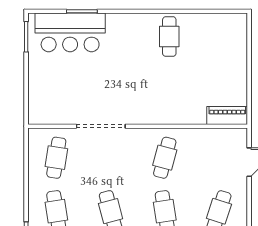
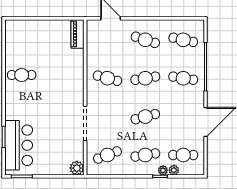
plant: (38, 114) -> (77, 168), added
cafe table: (56, 158) -> (107, 155), turned -30

